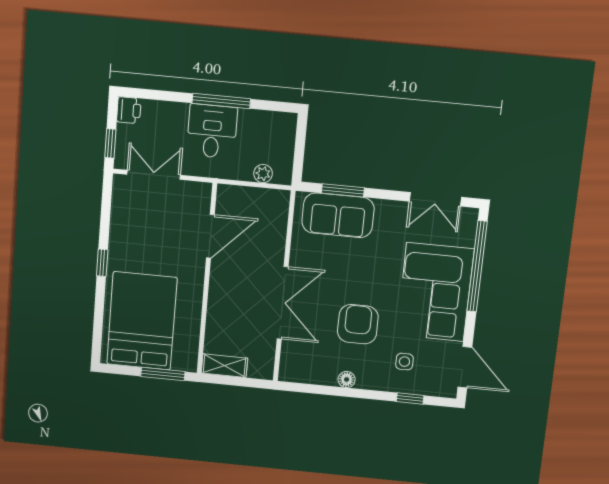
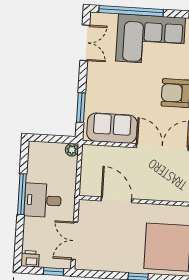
plant: (263, 174) -> (72, 150), moved
sofa: (338, 215) -> (112, 128), moved, turned -90

